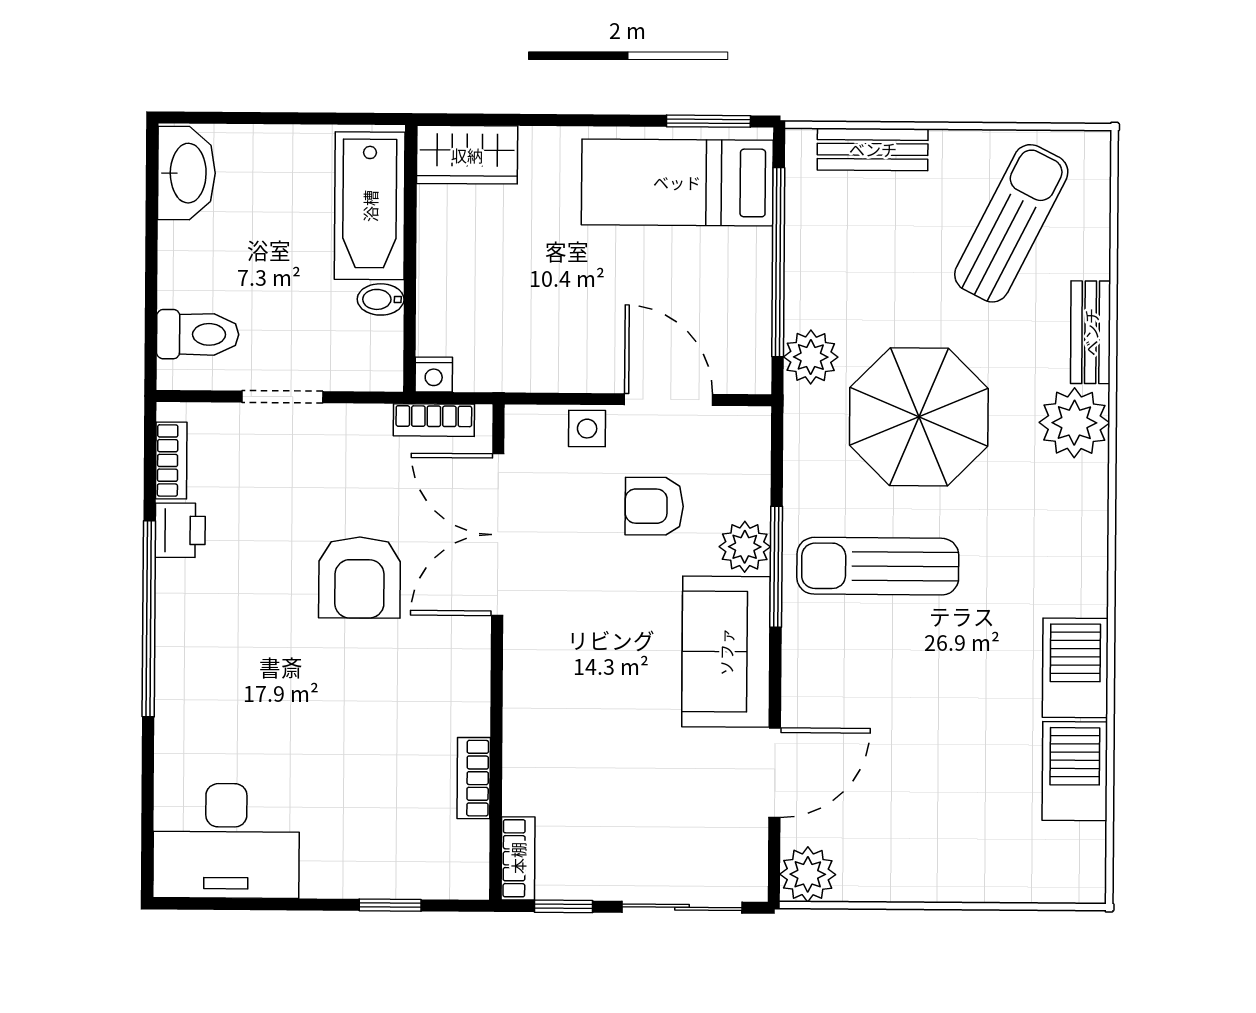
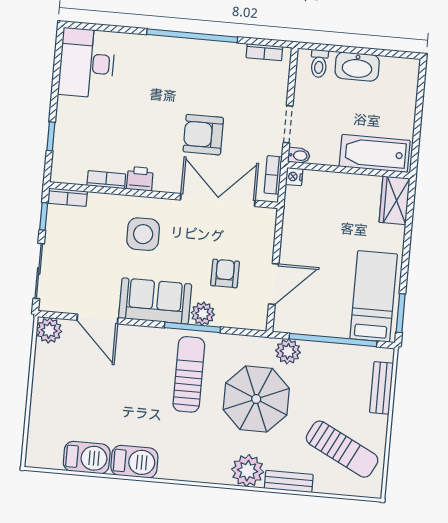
washbasin: (187, 173) -> (357, 67), moved
bidet: (381, 299) -> (299, 156), moved, turned 90
toilet: (198, 334) -> (319, 64), width x0.73, depth x0.72
doorway: (282, 397) -> (288, 124), moved
side table: (587, 429) -> (143, 234), moved, width x1.87, depth x1.87
printer: (180, 530) -> (140, 179), moved, turned 180

